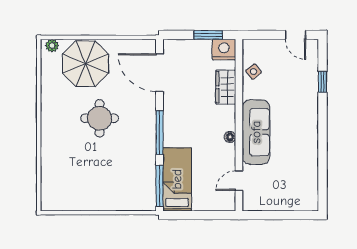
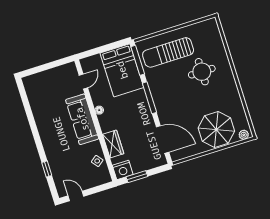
round table: (100, 118) -> (202, 72), moved
bed: (177, 179) -> (122, 70), width x1.50
sun lounger: (117, 184) -> (168, 52), added

